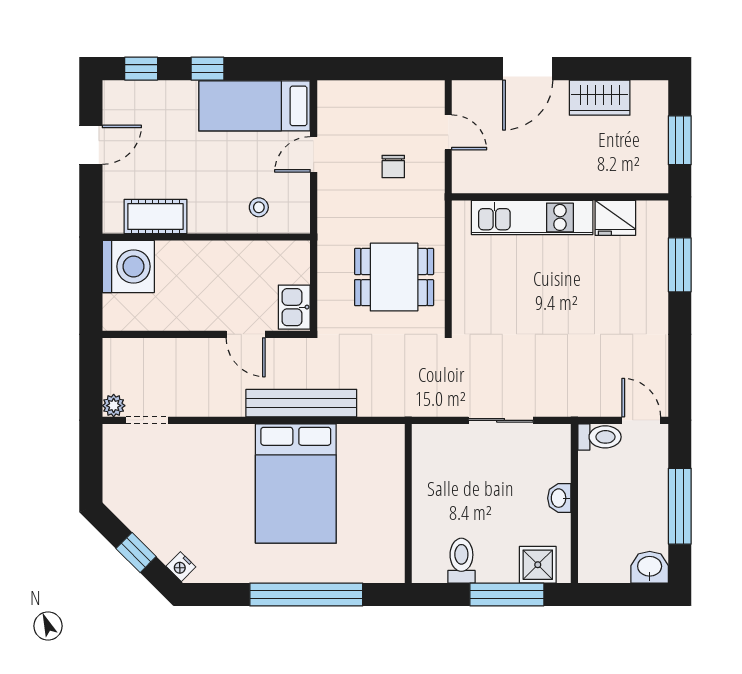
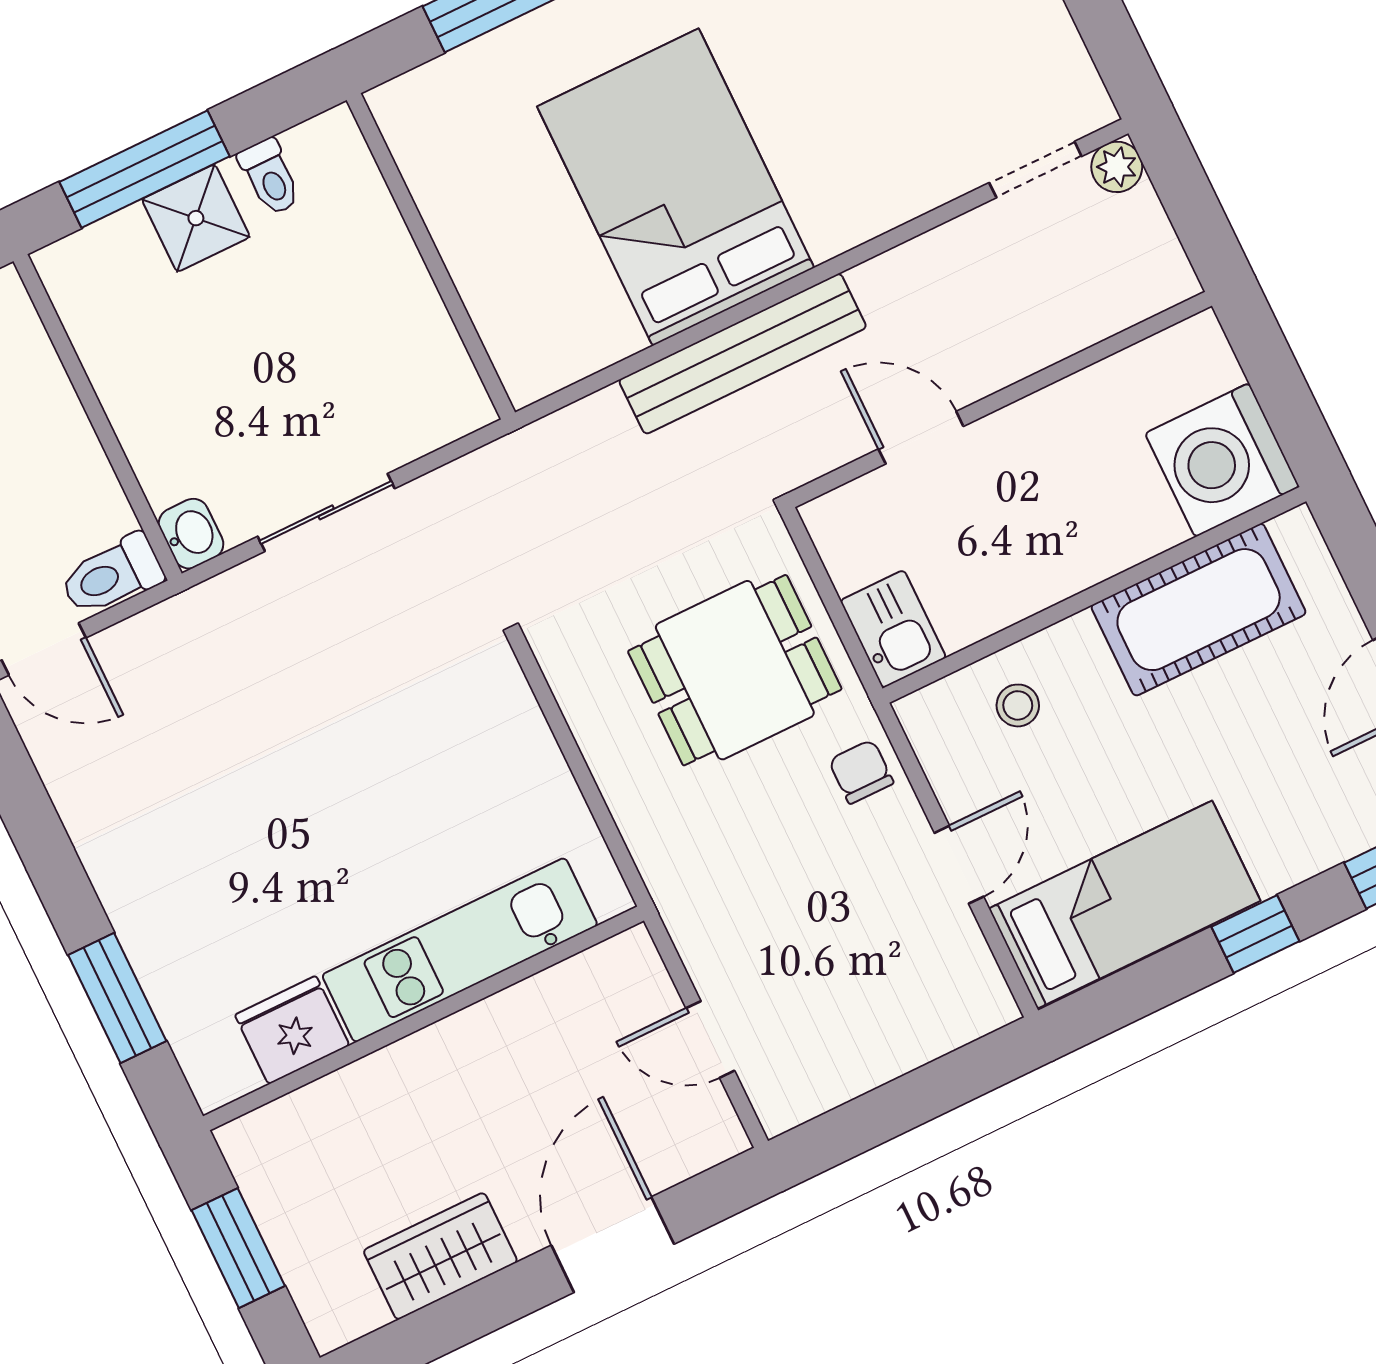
chair: (393, 166) -> (861, 772), moved
cot: (155, 216) -> (1199, 610), width x1.37, depth x1.34
dining table: (394, 277) -> (735, 670), moved
kitchen sink: (294, 307) -> (893, 629), moved
washbasin: (559, 498) -> (191, 534), moved
toilet: (461, 561) -> (270, 177), width x0.73, depth x0.72
shower: (538, 565) -> (196, 218), moved

